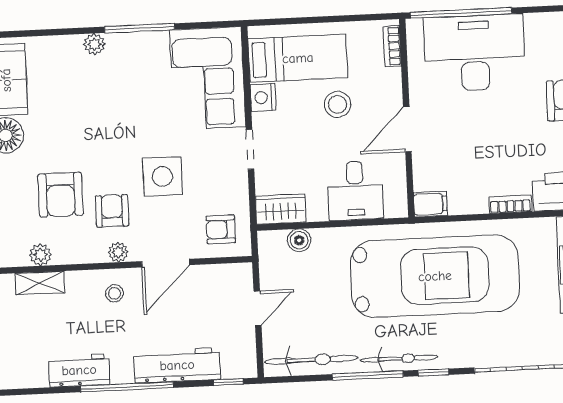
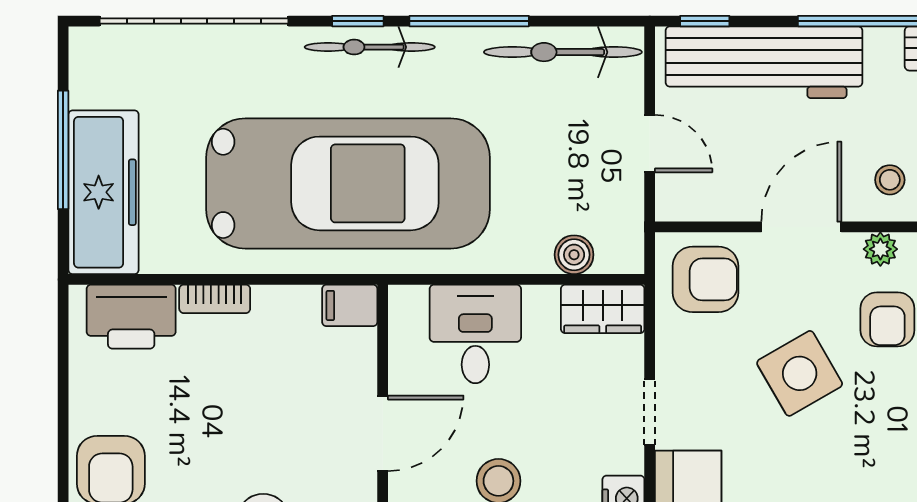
side table: (162, 176) -> (800, 373), turned -30
armchair: (221, 229) -> (705, 279), width x1.38, depth x1.38
car: (435, 276) -> (348, 183), turned 180
door: (257, 308) -> (650, 144), swing flipped
bicycle: (399, 359) -> (370, 47), moved
workbench: (177, 365) -> (764, 62), width x1.36, depth x1.32

